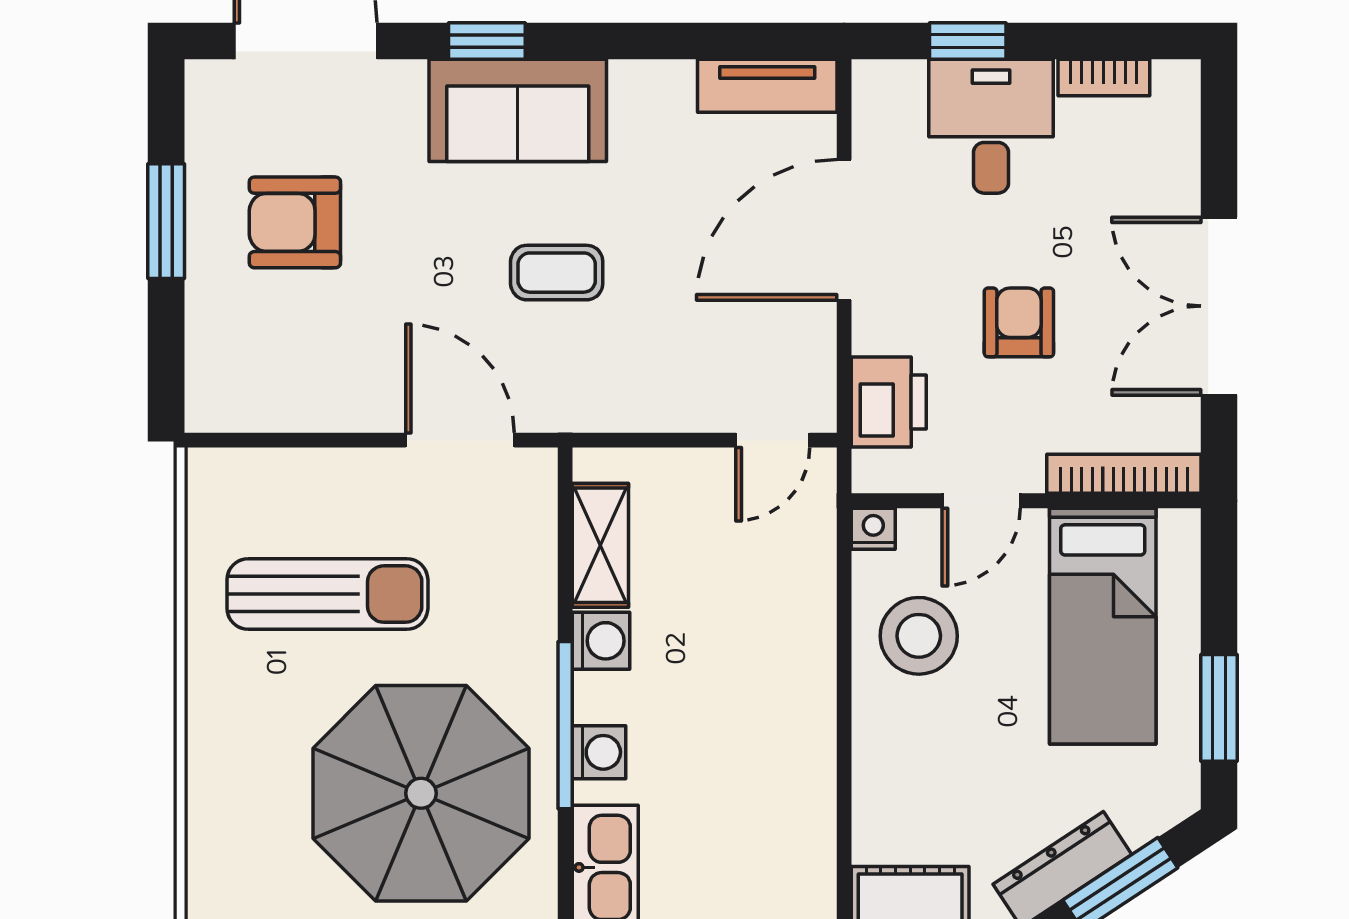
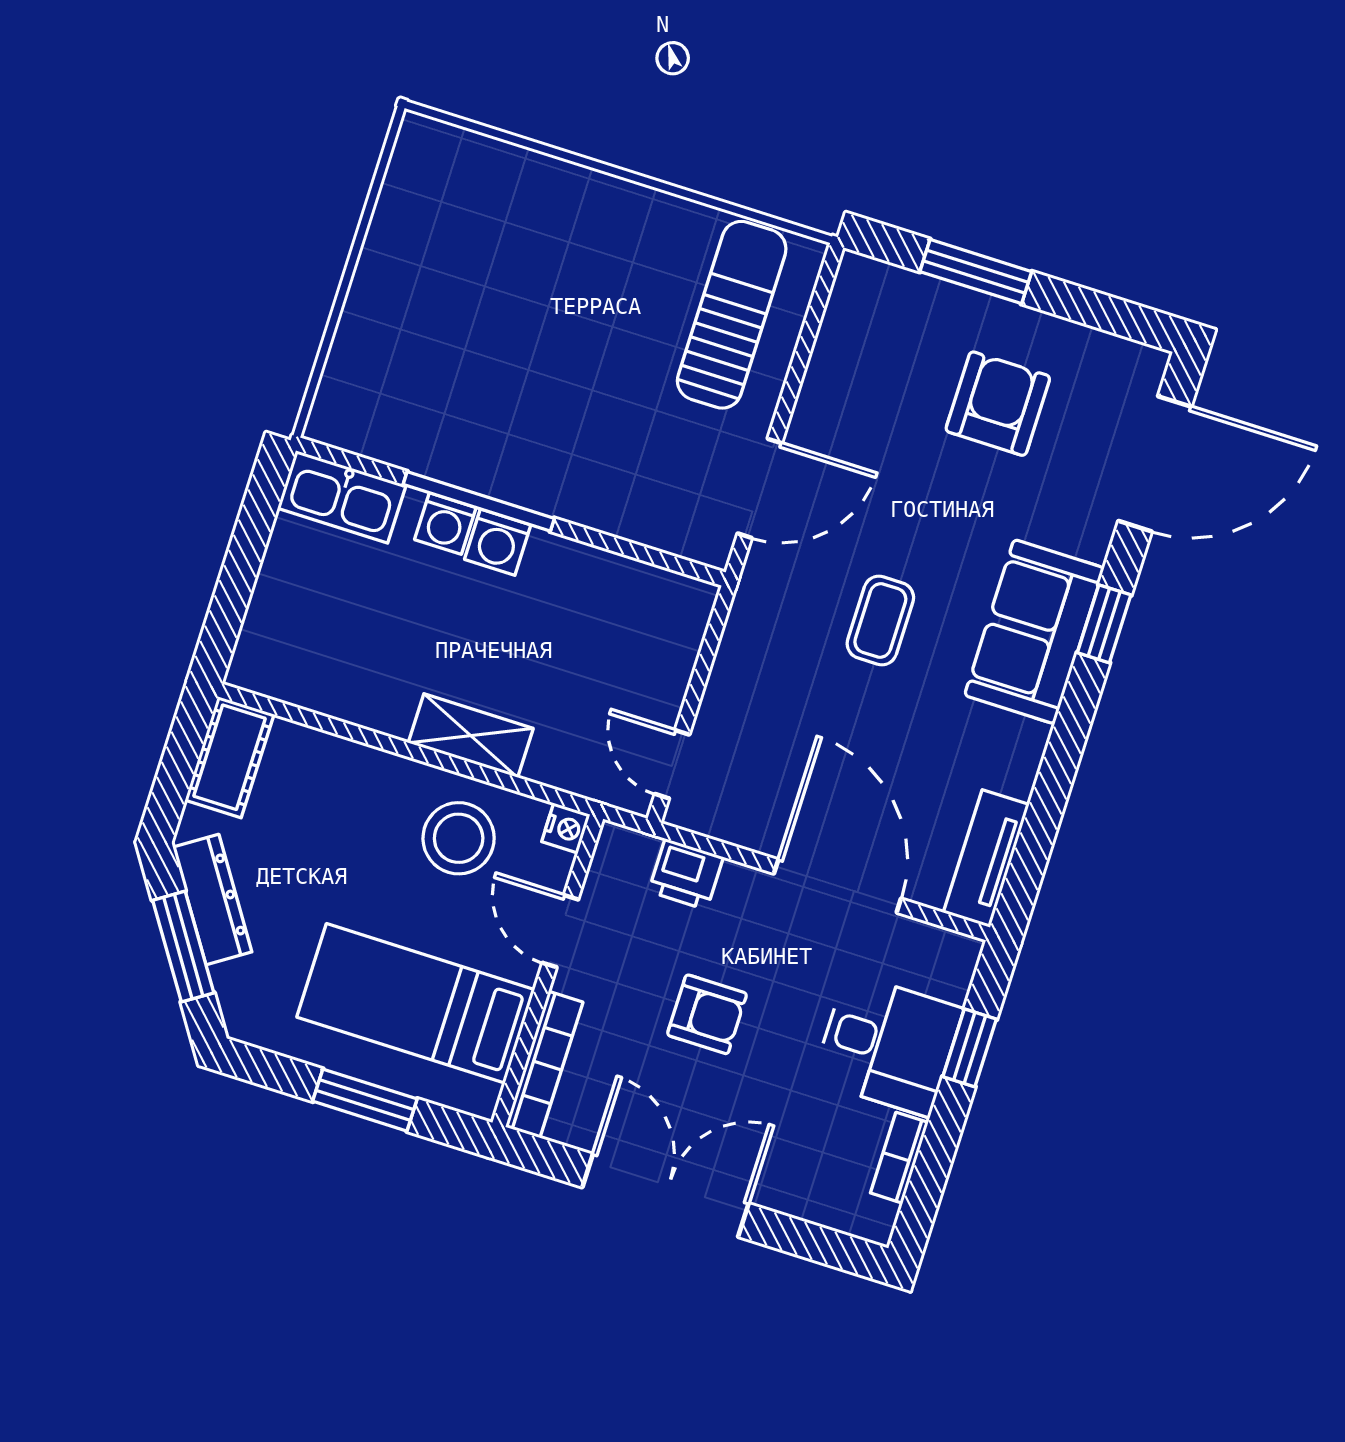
window: (166, 221) -> (976, 272), moved
printer: (889, 402) -> (686, 874), width x0.73, depth x0.81
shelving: (600, 545) -> (471, 736), moved
sun lounger: (327, 594) -> (732, 315), moved, turned 180
washing machine: (601, 641) -> (498, 542), moved
window: (1219, 708) -> (365, 1100), moved
parasol: (421, 793) -> (459, 355), removed

